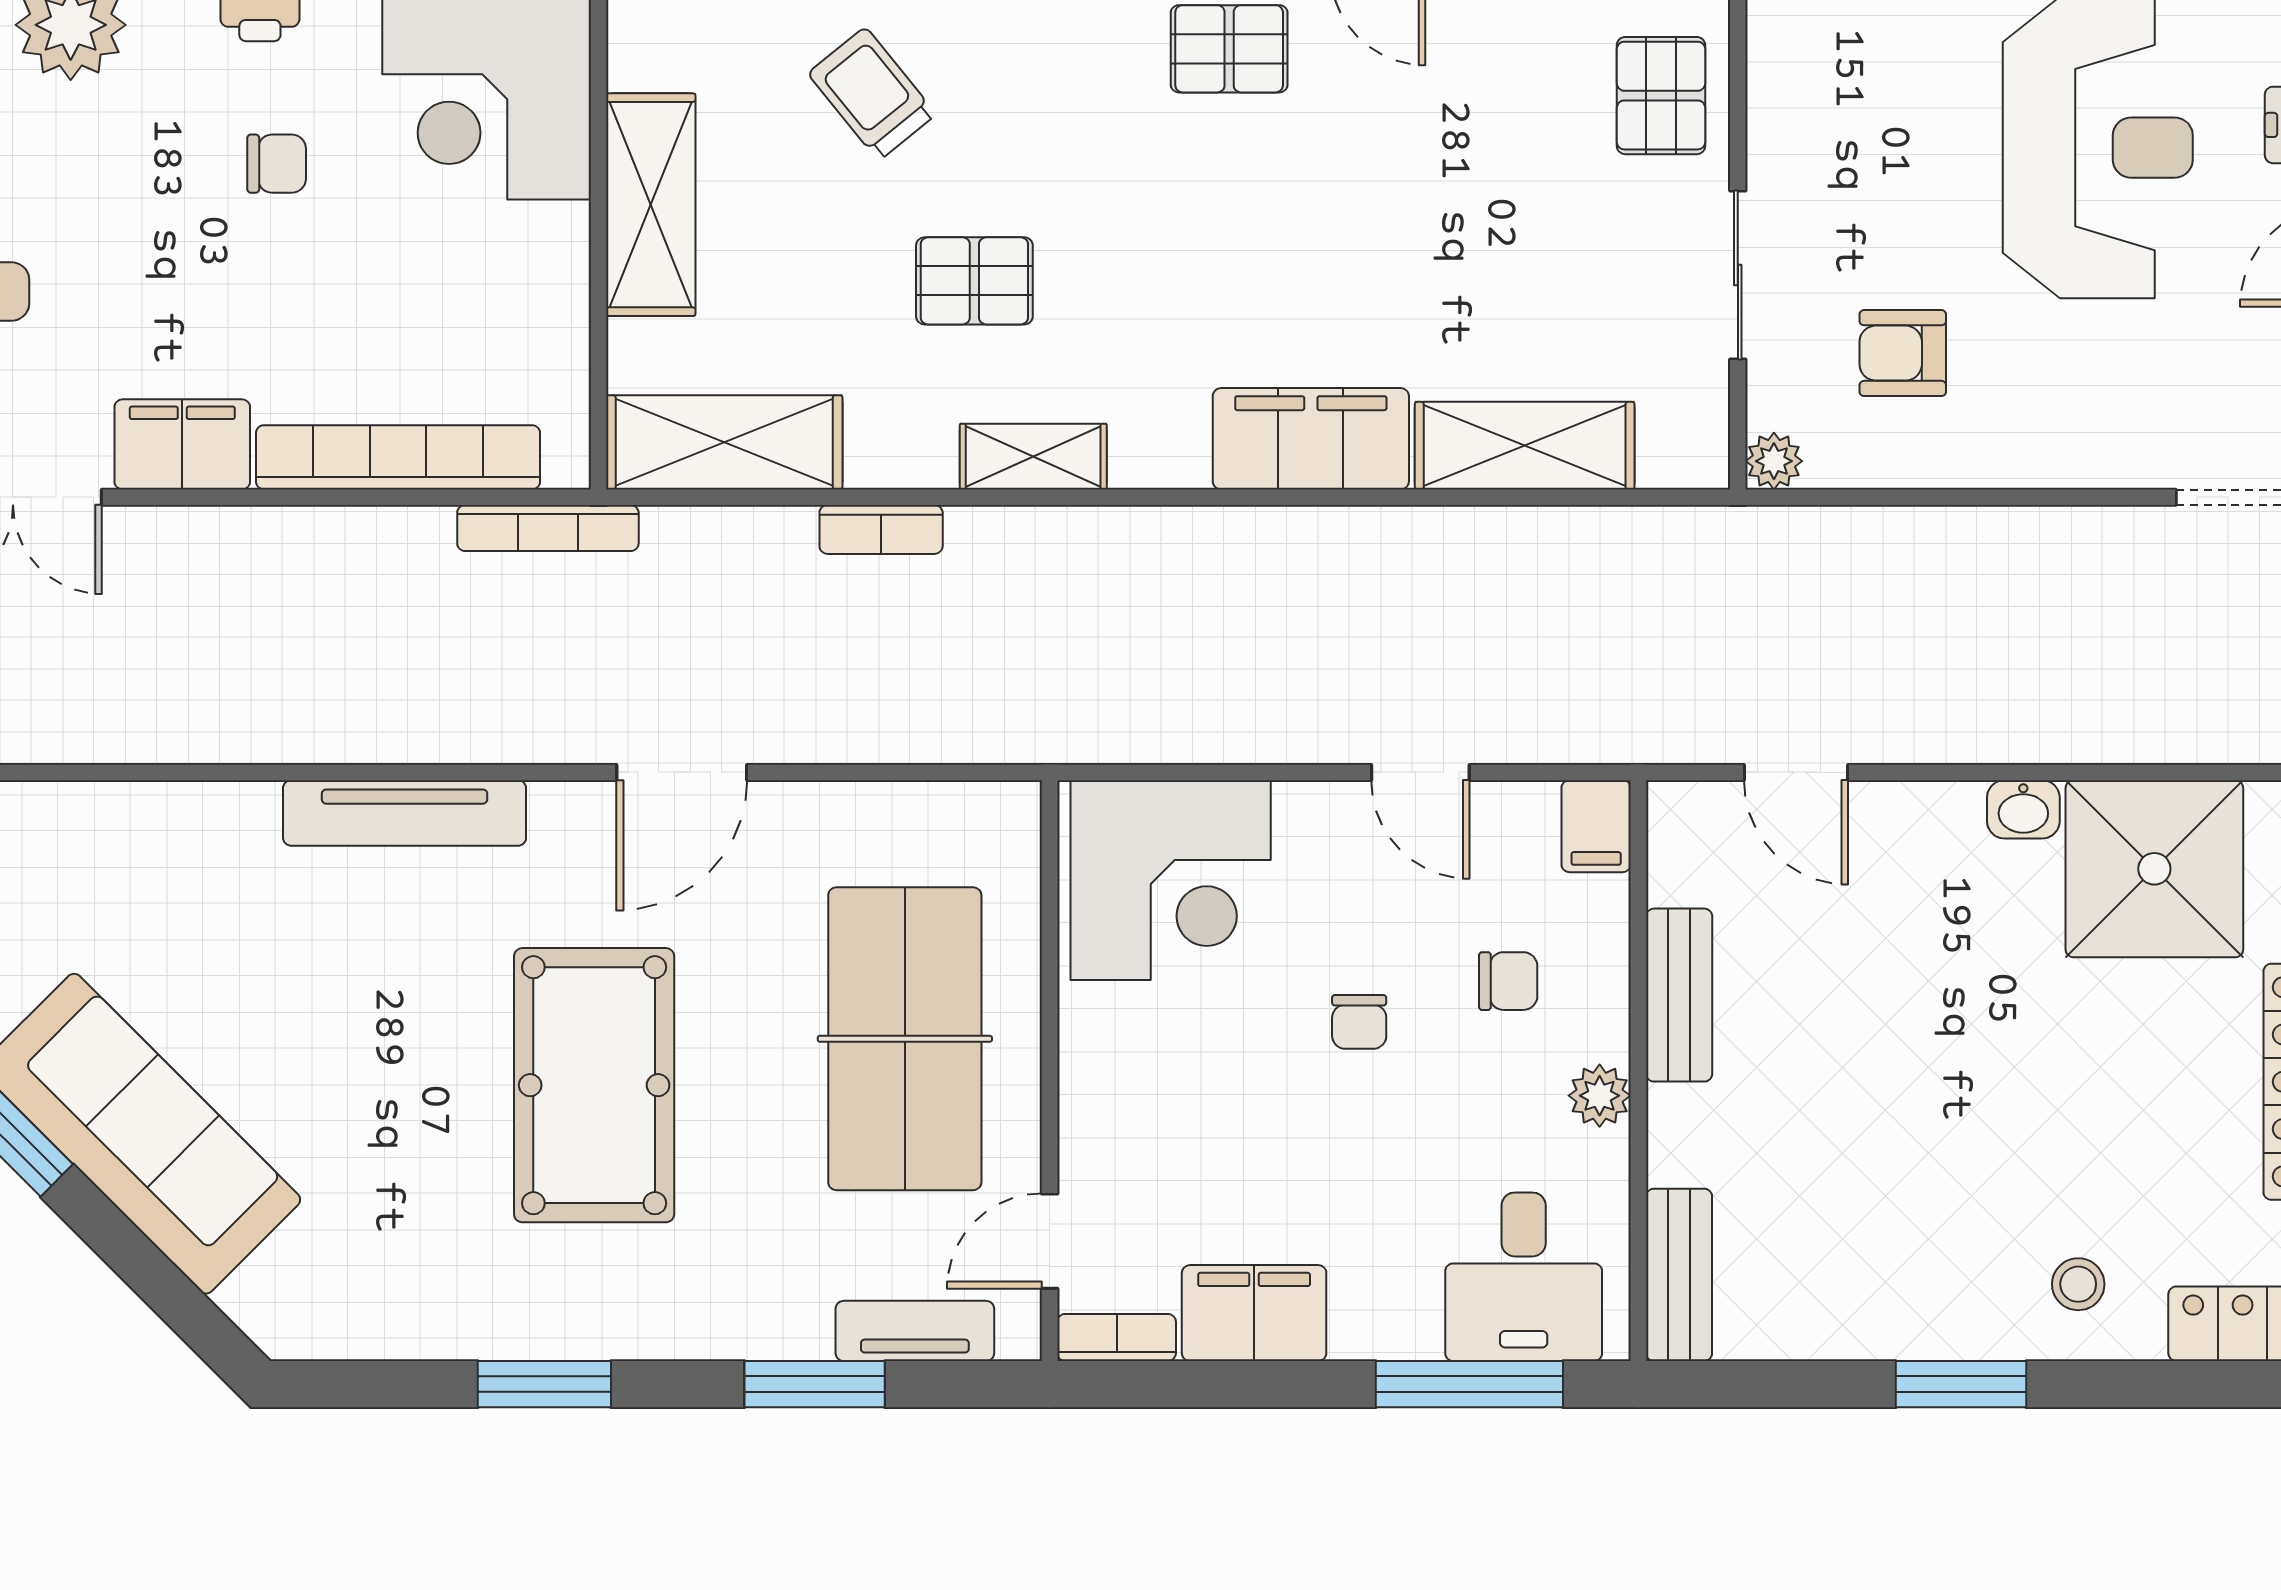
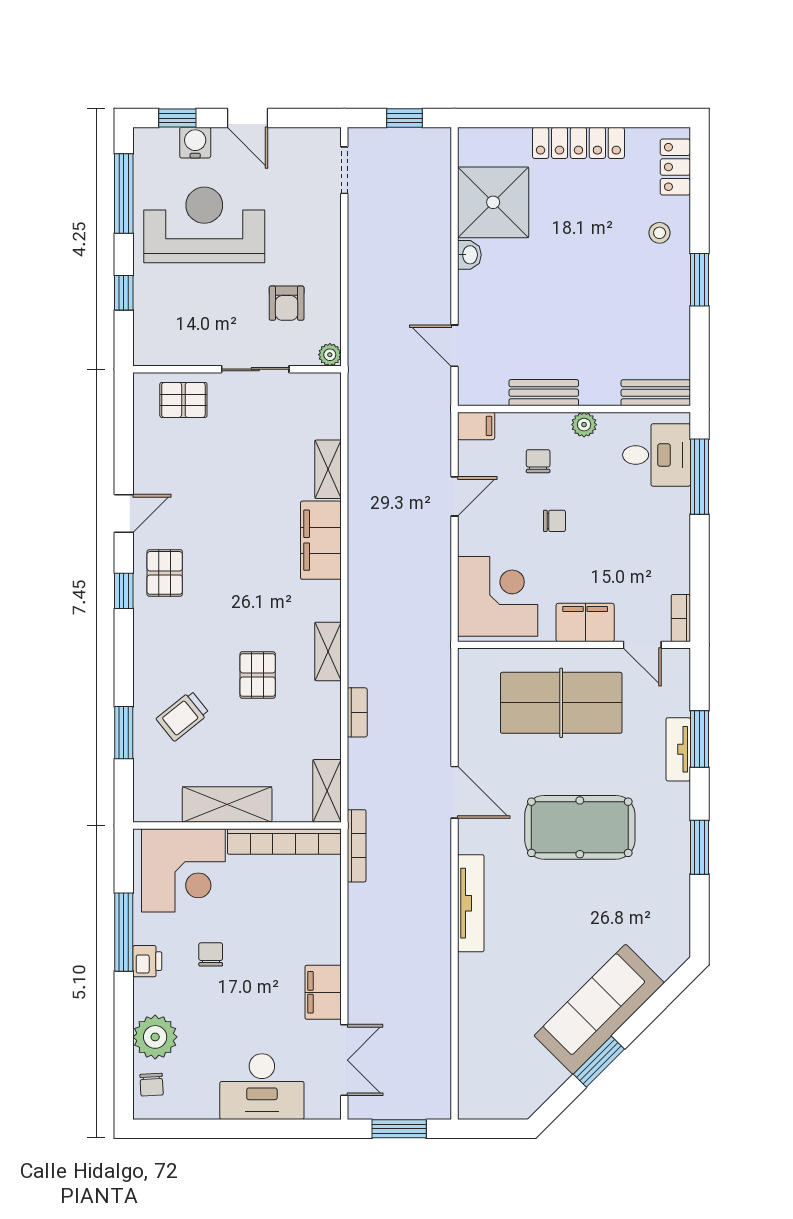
shelving: (724, 442) -> (327, 791), width x0.67, depth x0.75
shelving: (1525, 446) -> (328, 469), width x0.67, depth x0.75
bookcase: (398, 457) -> (284, 842), moved, turned -90
door: (1796, 772) -> (455, 346), swing flipped
filing cabinet: (1254, 1313) -> (585, 623), moved, turned 90
tv unit: (915, 1331) -> (678, 749), moved

